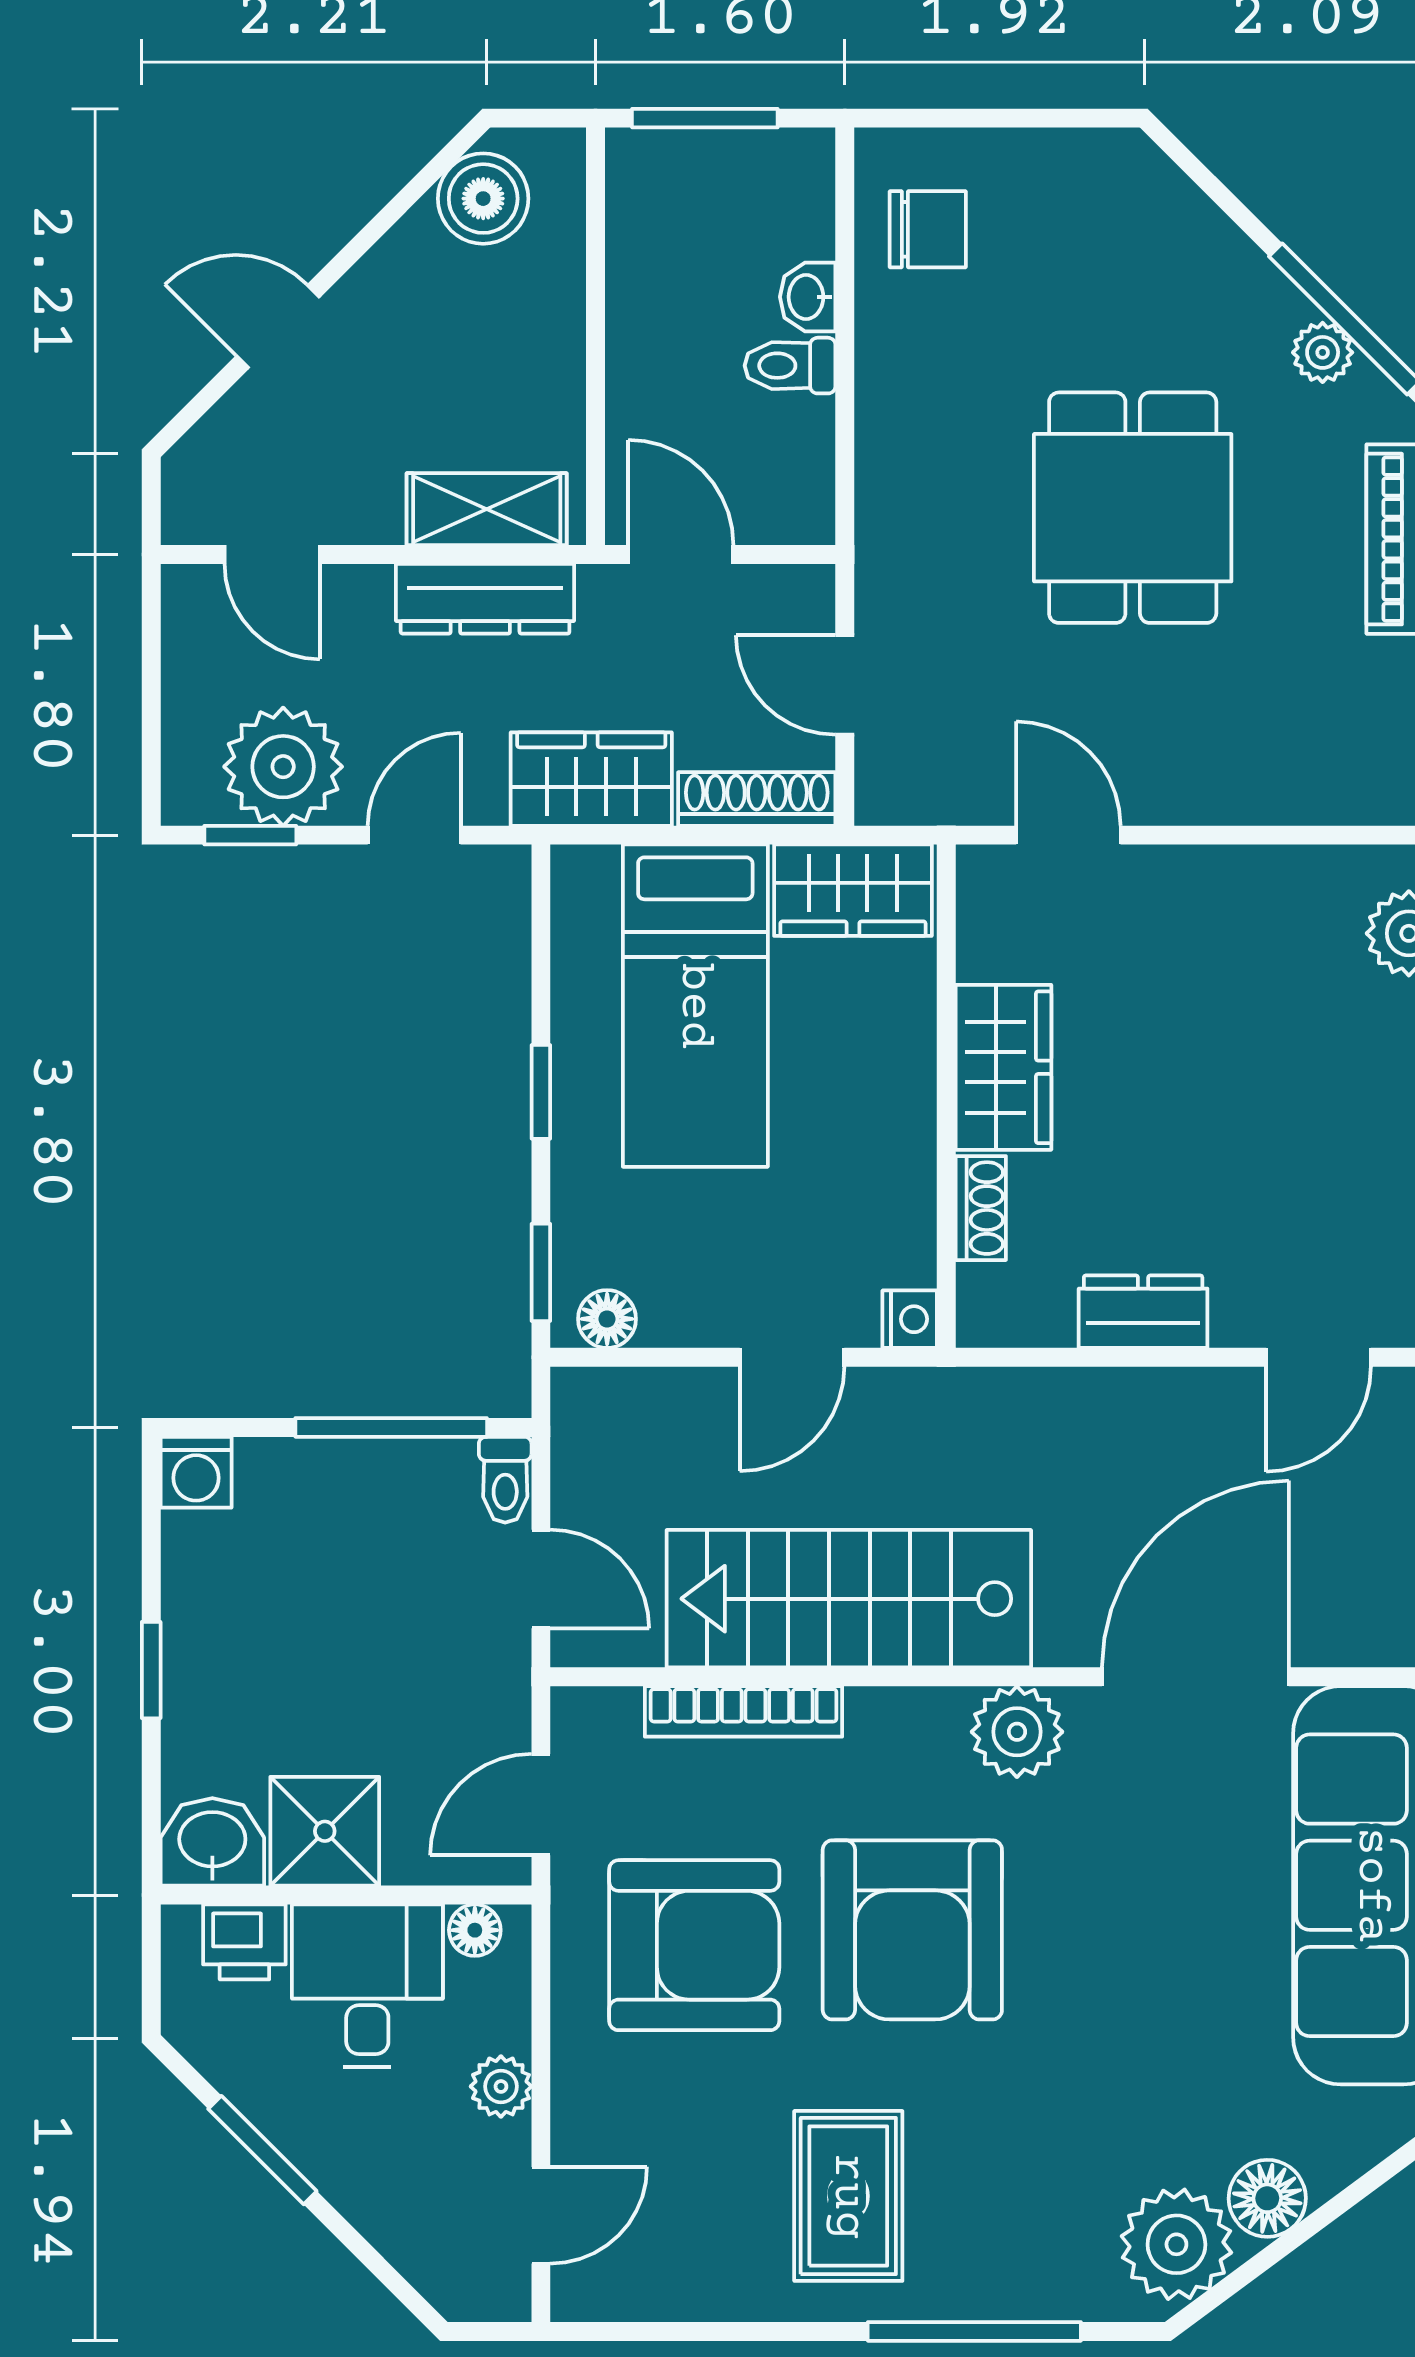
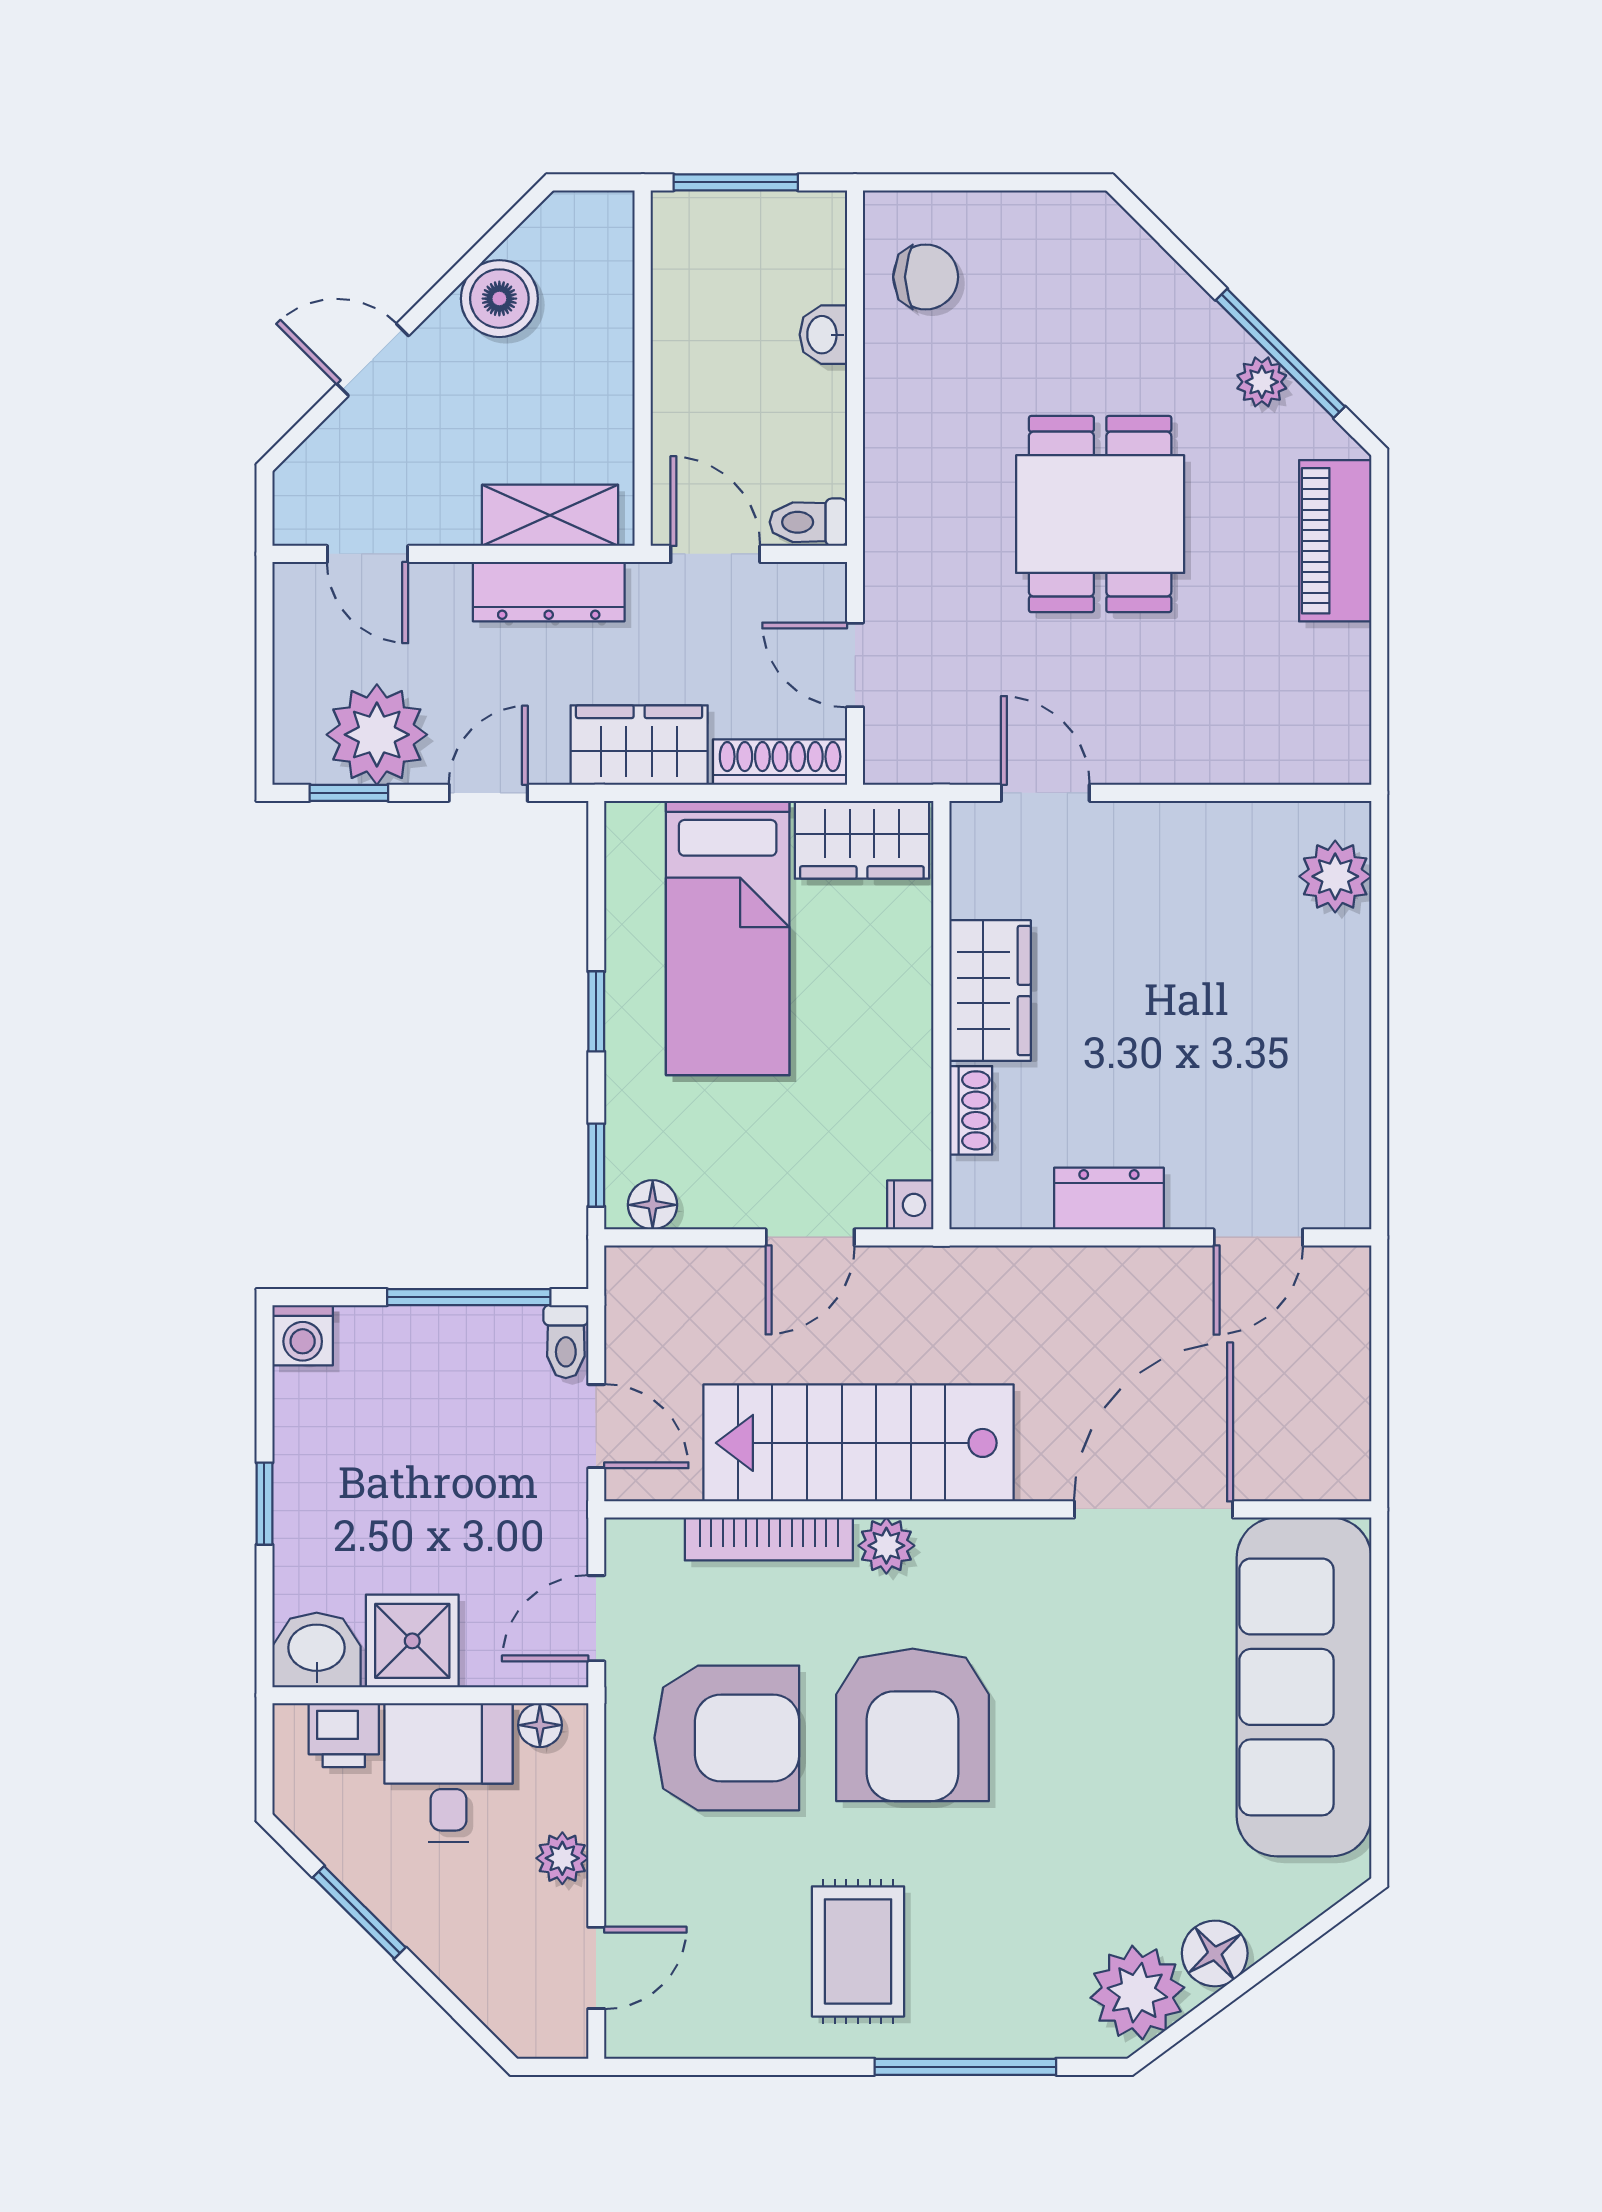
boiler: (483, 199) -> (499, 299), moved
toilet: (790, 366) -> (808, 522), moved
plant: (1017, 1732) -> (886, 1546), moved, width x0.73, depth x0.73

